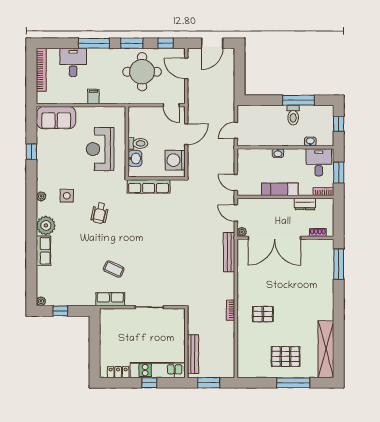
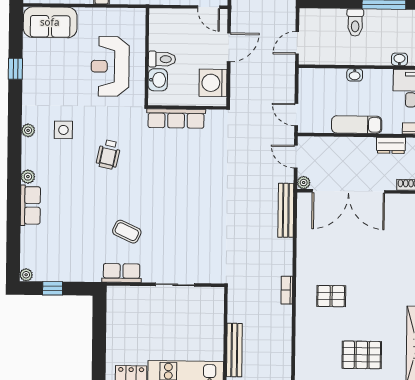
toilet: (293, 115) -> (355, 23), moved
plant: (46, 225) -> (28, 177), width x0.53, depth x0.53

